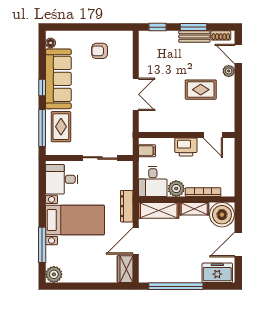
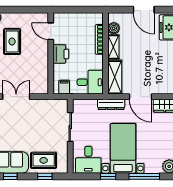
window: (42, 128) -> (45, 176), width x0.46
door: (213, 135) -> (51, 31), swing flipped
plant: (176, 189) -> (96, 62), removed
window: (42, 203) -> (108, 176), added
boiler: (222, 215) -> (114, 28), width x0.54, depth x0.54

